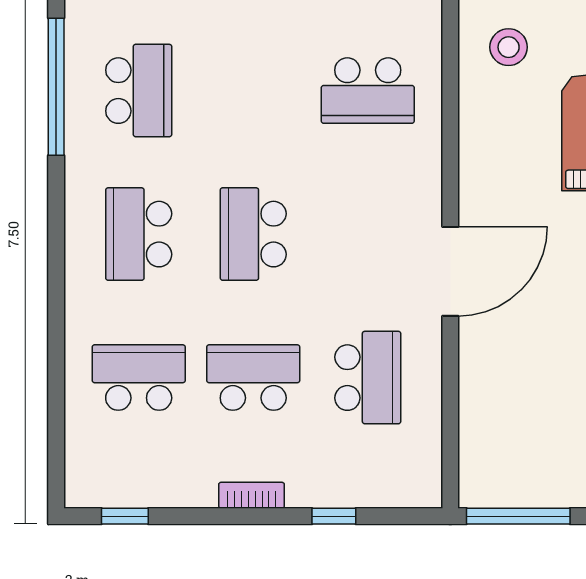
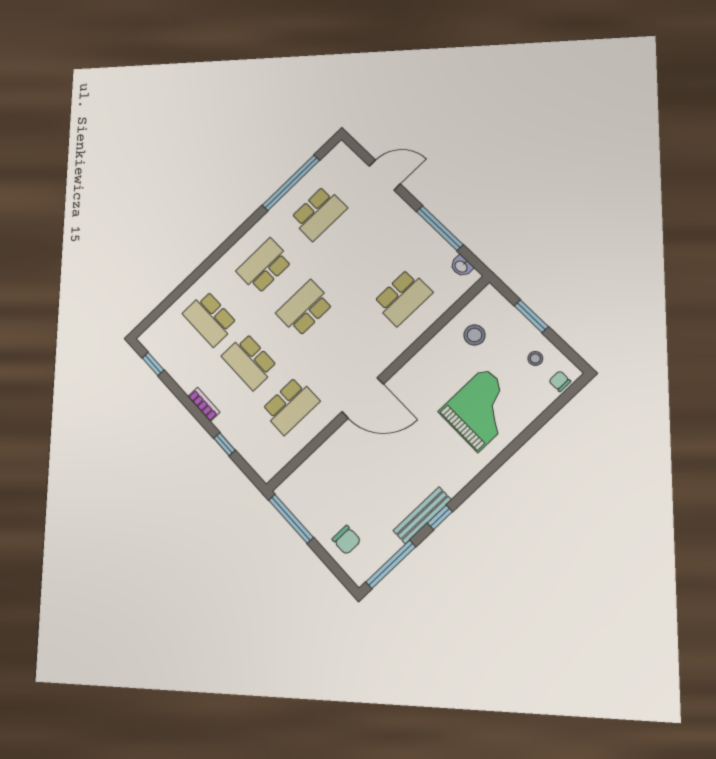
school desk: (368, 91) -> (403, 297), turned -90
school desk: (139, 378) -> (210, 319), turned 180
school desk: (253, 378) -> (250, 361), turned 180

